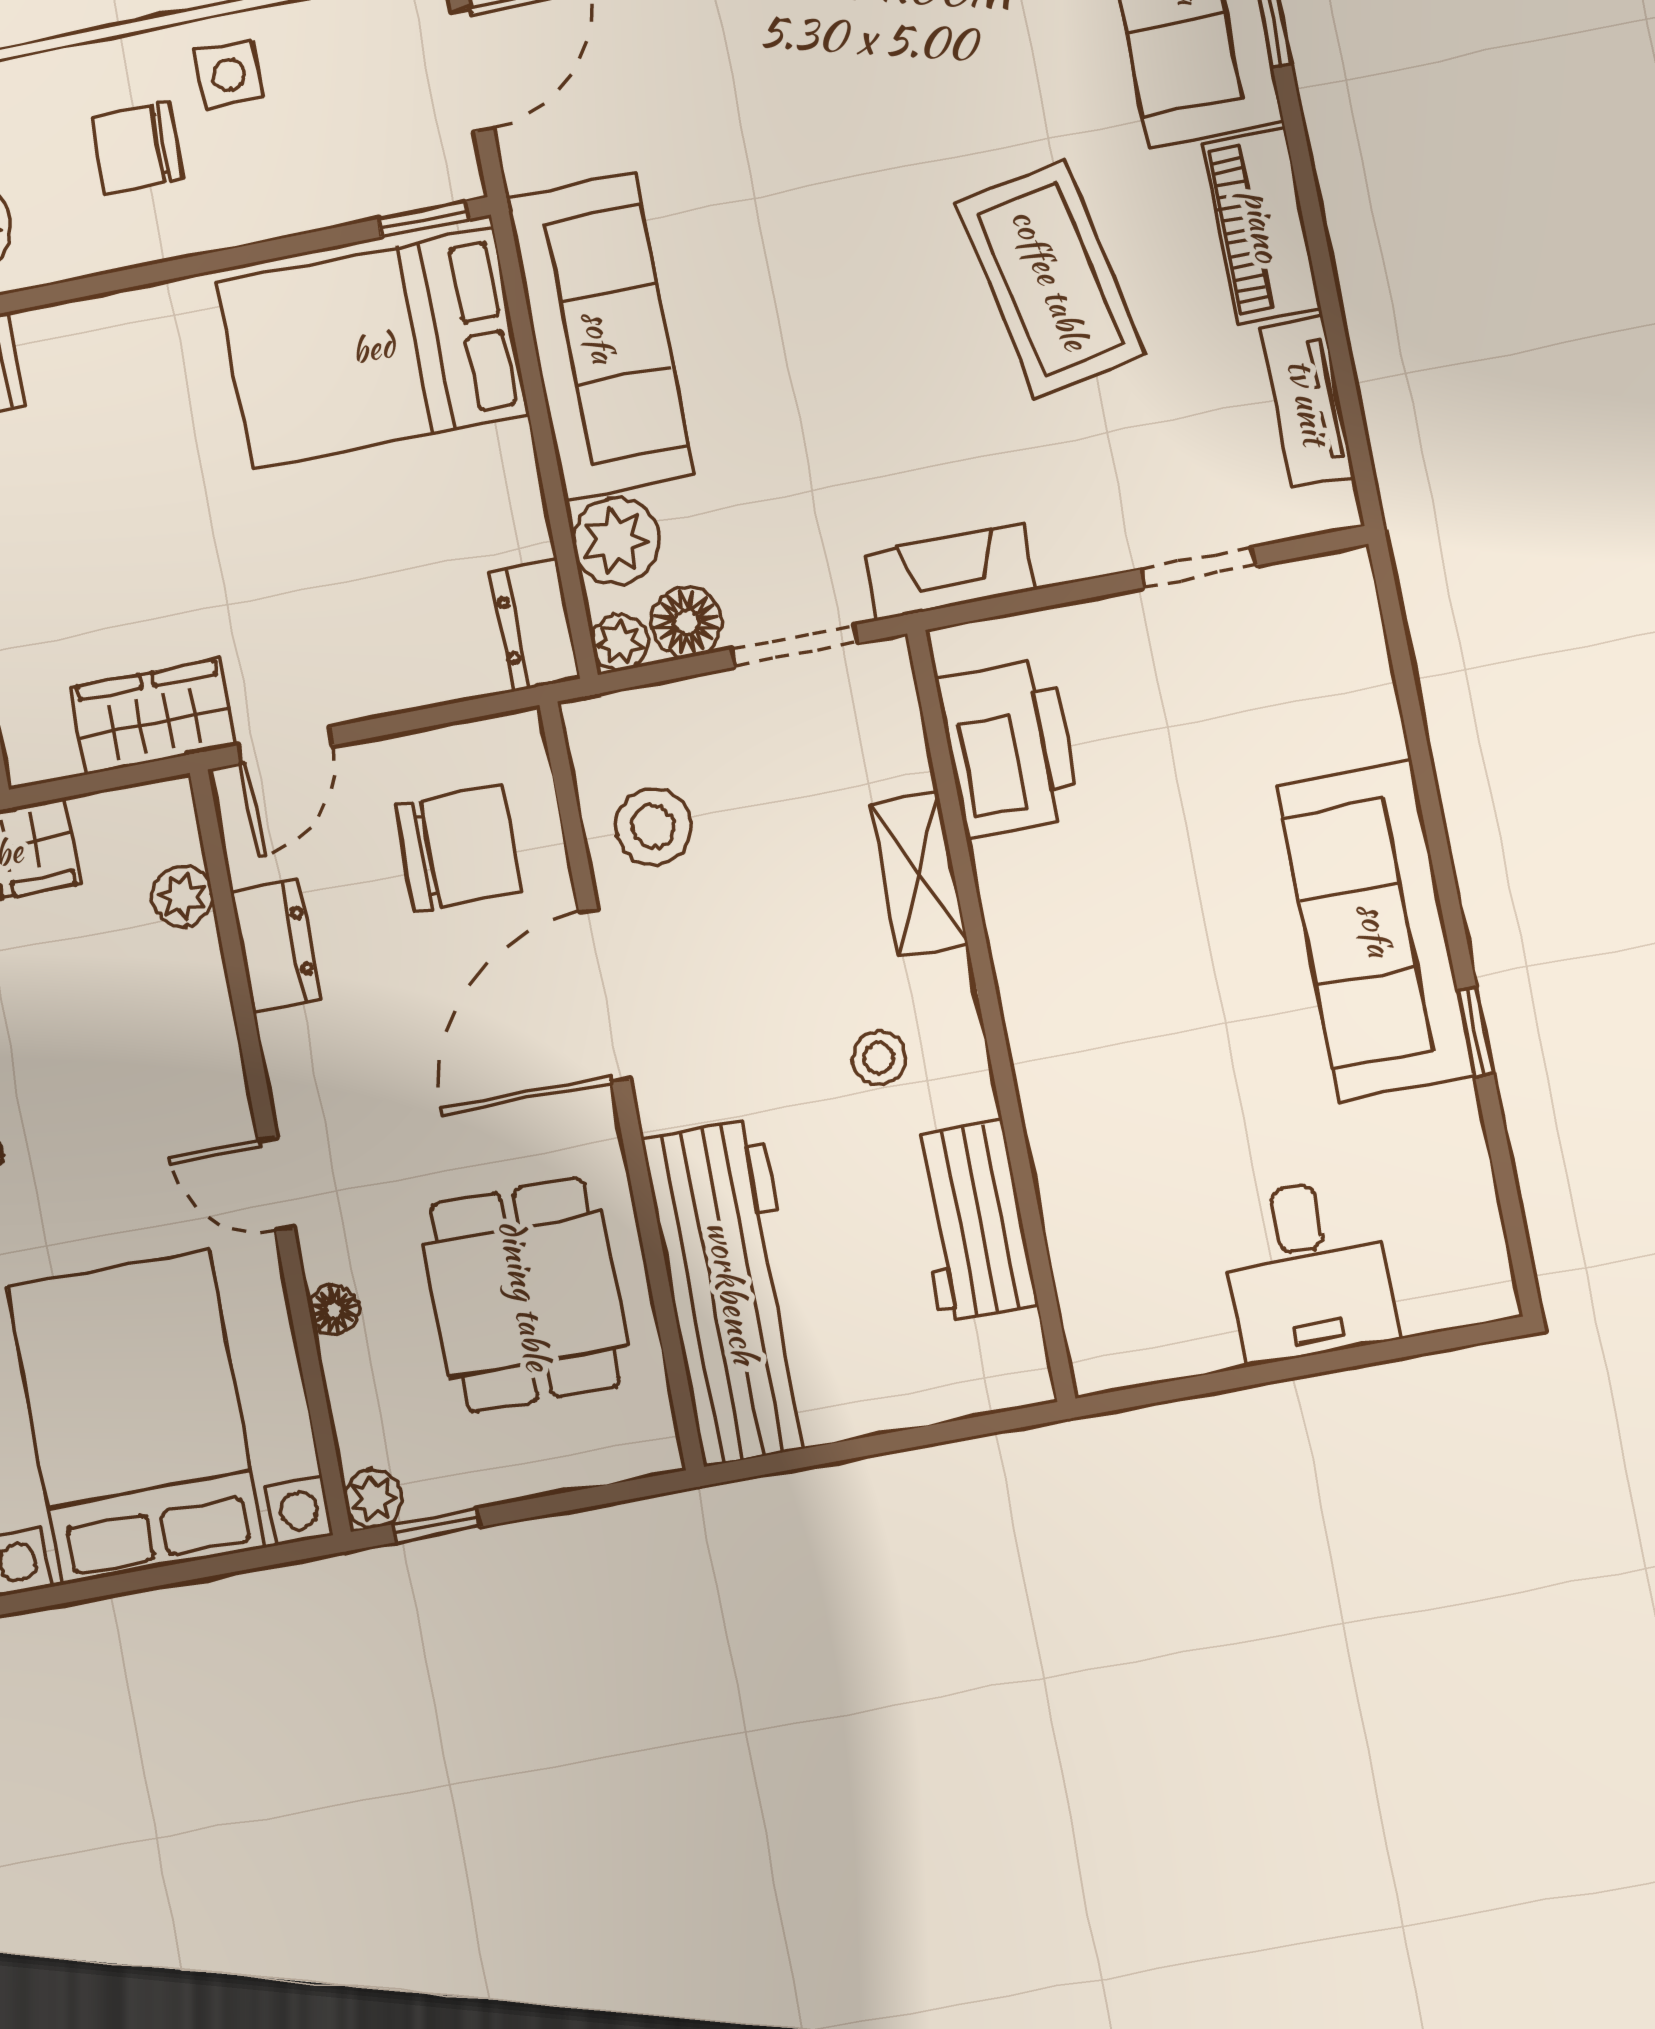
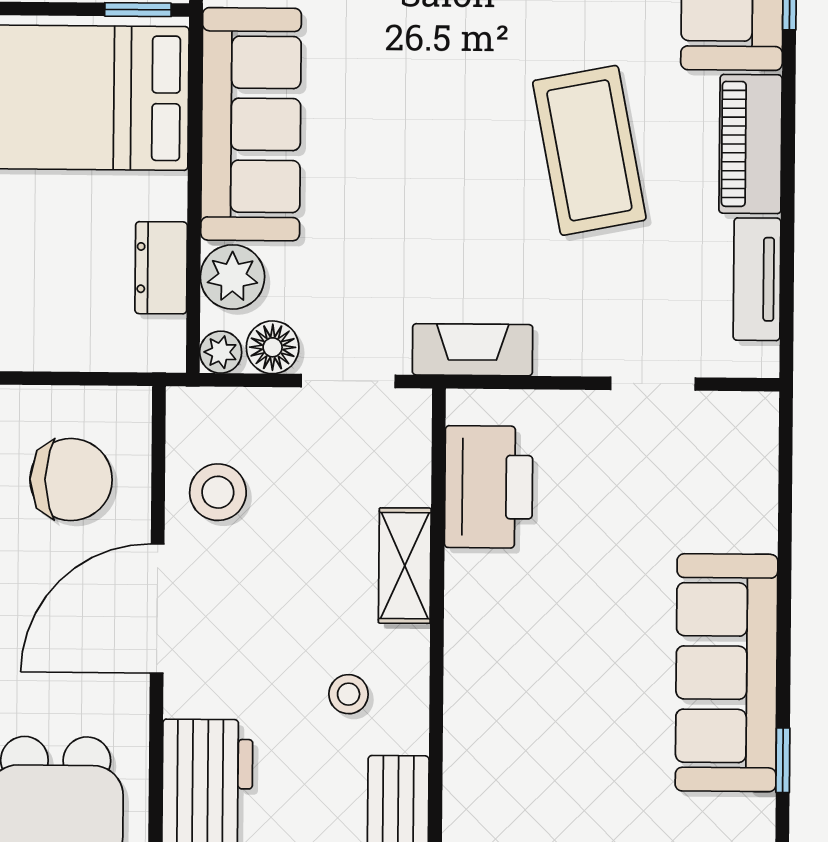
dresser: (535, 625) -> (161, 268), moved

